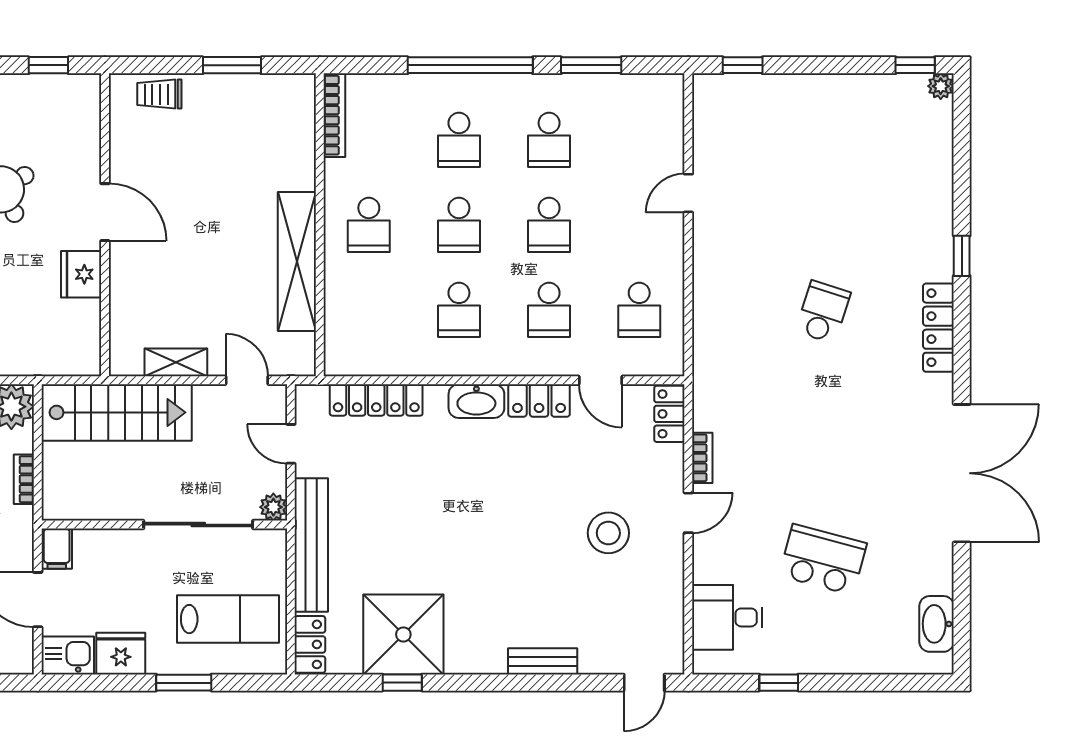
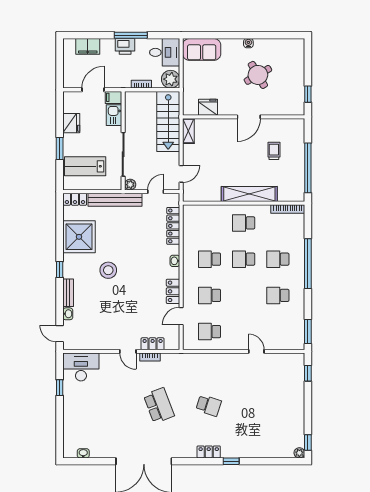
window: (232, 65) -> (308, 168), width x2.11
window: (591, 65) -> (308, 331), moved
trolley: (159, 94) -> (274, 151), moved
school desk: (549, 225) -> (244, 295), removed
shelving: (297, 262) -> (249, 194), moved
fridge: (81, 274) -> (208, 107), moved
locker: (938, 328) -> (209, 452), width x0.66
shelving: (176, 362) -> (188, 131), moved
washbasin: (476, 401) -> (175, 261), width x0.52, depth x0.69
locker: (669, 414) -> (153, 344), moved
stool: (608, 533) -> (108, 270), moved
school desk: (823, 560) -> (159, 405), moved, turned -36
desk: (727, 617) -> (81, 367), width x1.37
lab bench: (228, 619) -> (85, 166), turned 90
washbasin: (937, 624) -> (83, 453), width x0.52, depth x0.69
kitchen sink: (68, 655) -> (114, 115), moved, turned 180
washbasin: (595, 662) -> (68, 314), added
window: (402, 683) -> (60, 269), moved

